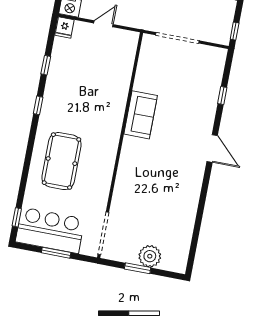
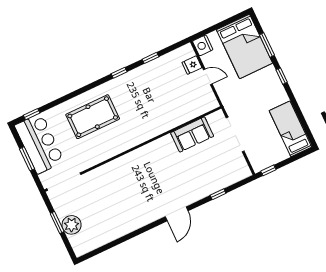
fridge: (65, 28) -> (192, 65), moved
sofa: (141, 115) -> (192, 134), moved

